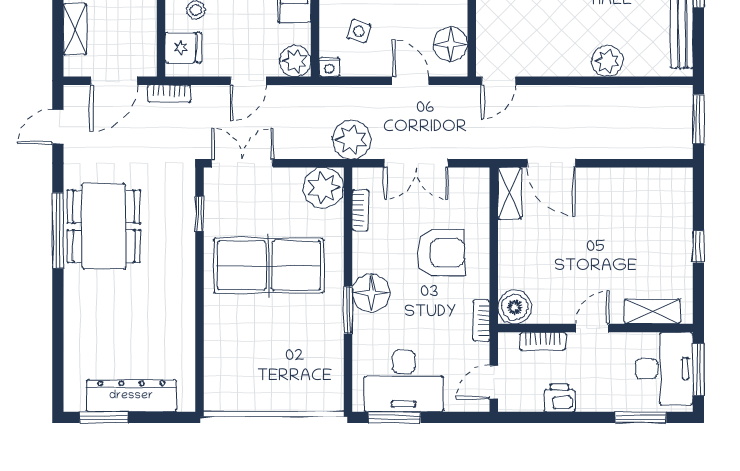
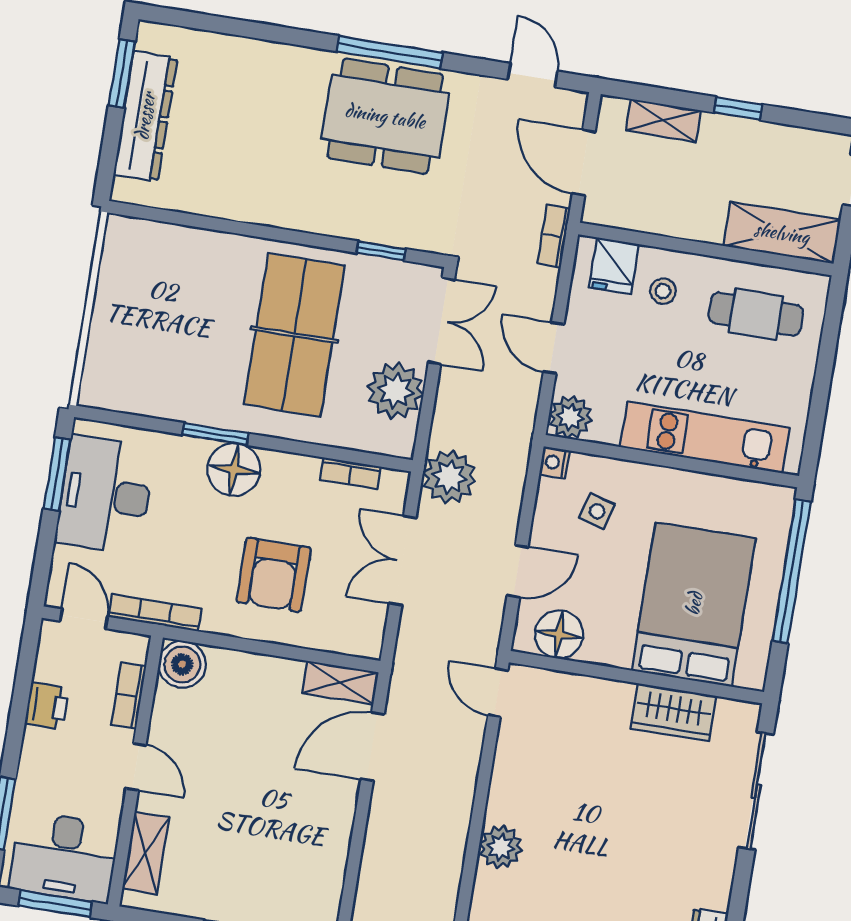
plant: (324, 188) -> (395, 391), moved
bookcase: (481, 321) -> (155, 613), width x1.56

